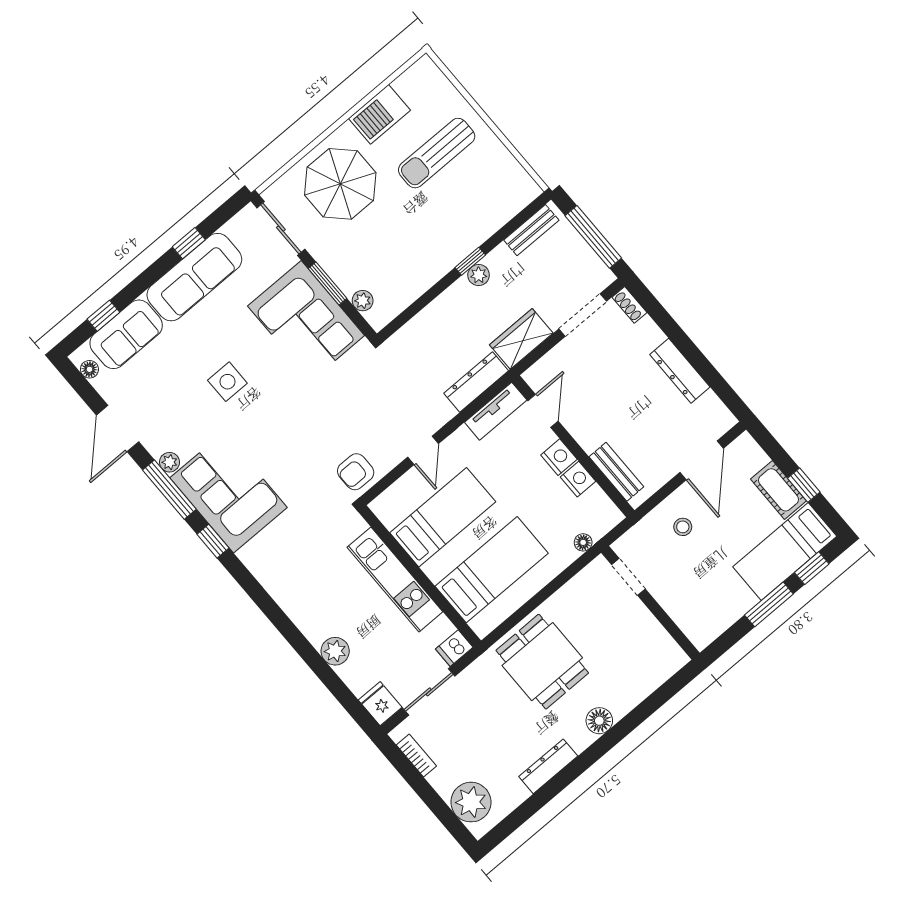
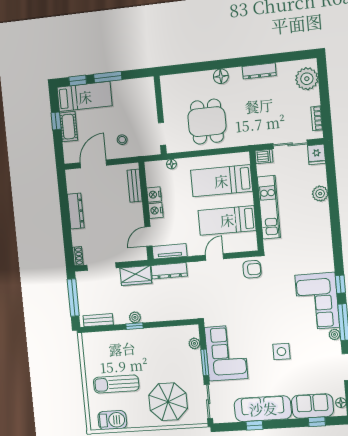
barbecue: (379, 114) -> (112, 420), moved
sun lounger: (437, 153) -> (116, 384), turned 180
dining table: (542, 662) -> (207, 122), moved

